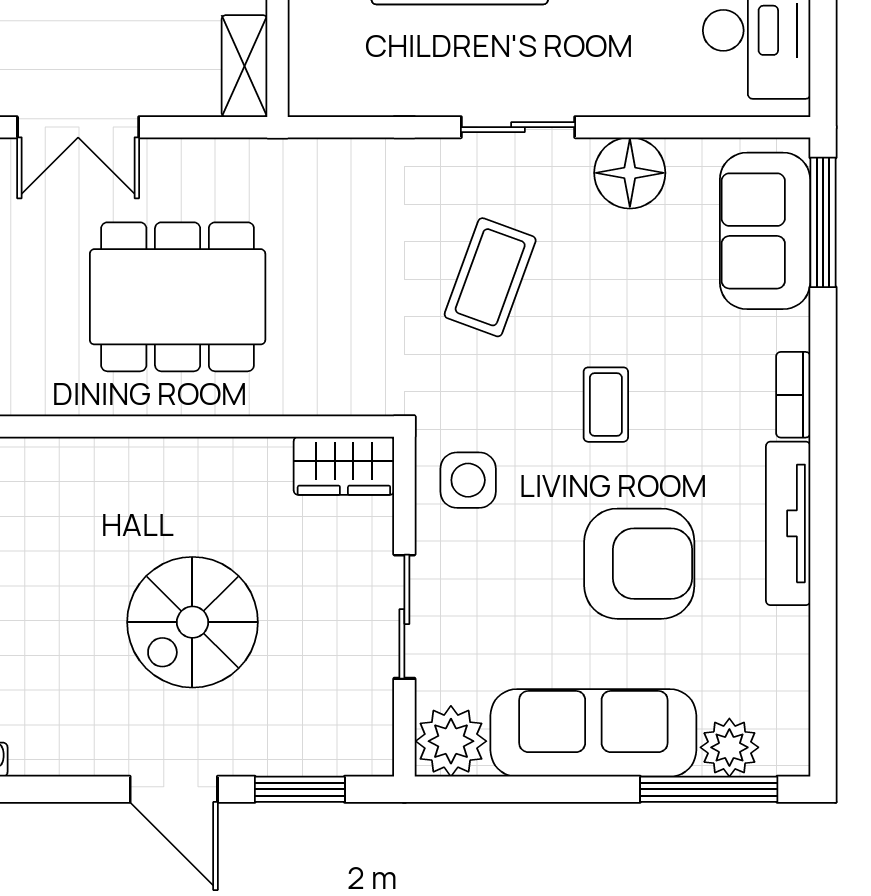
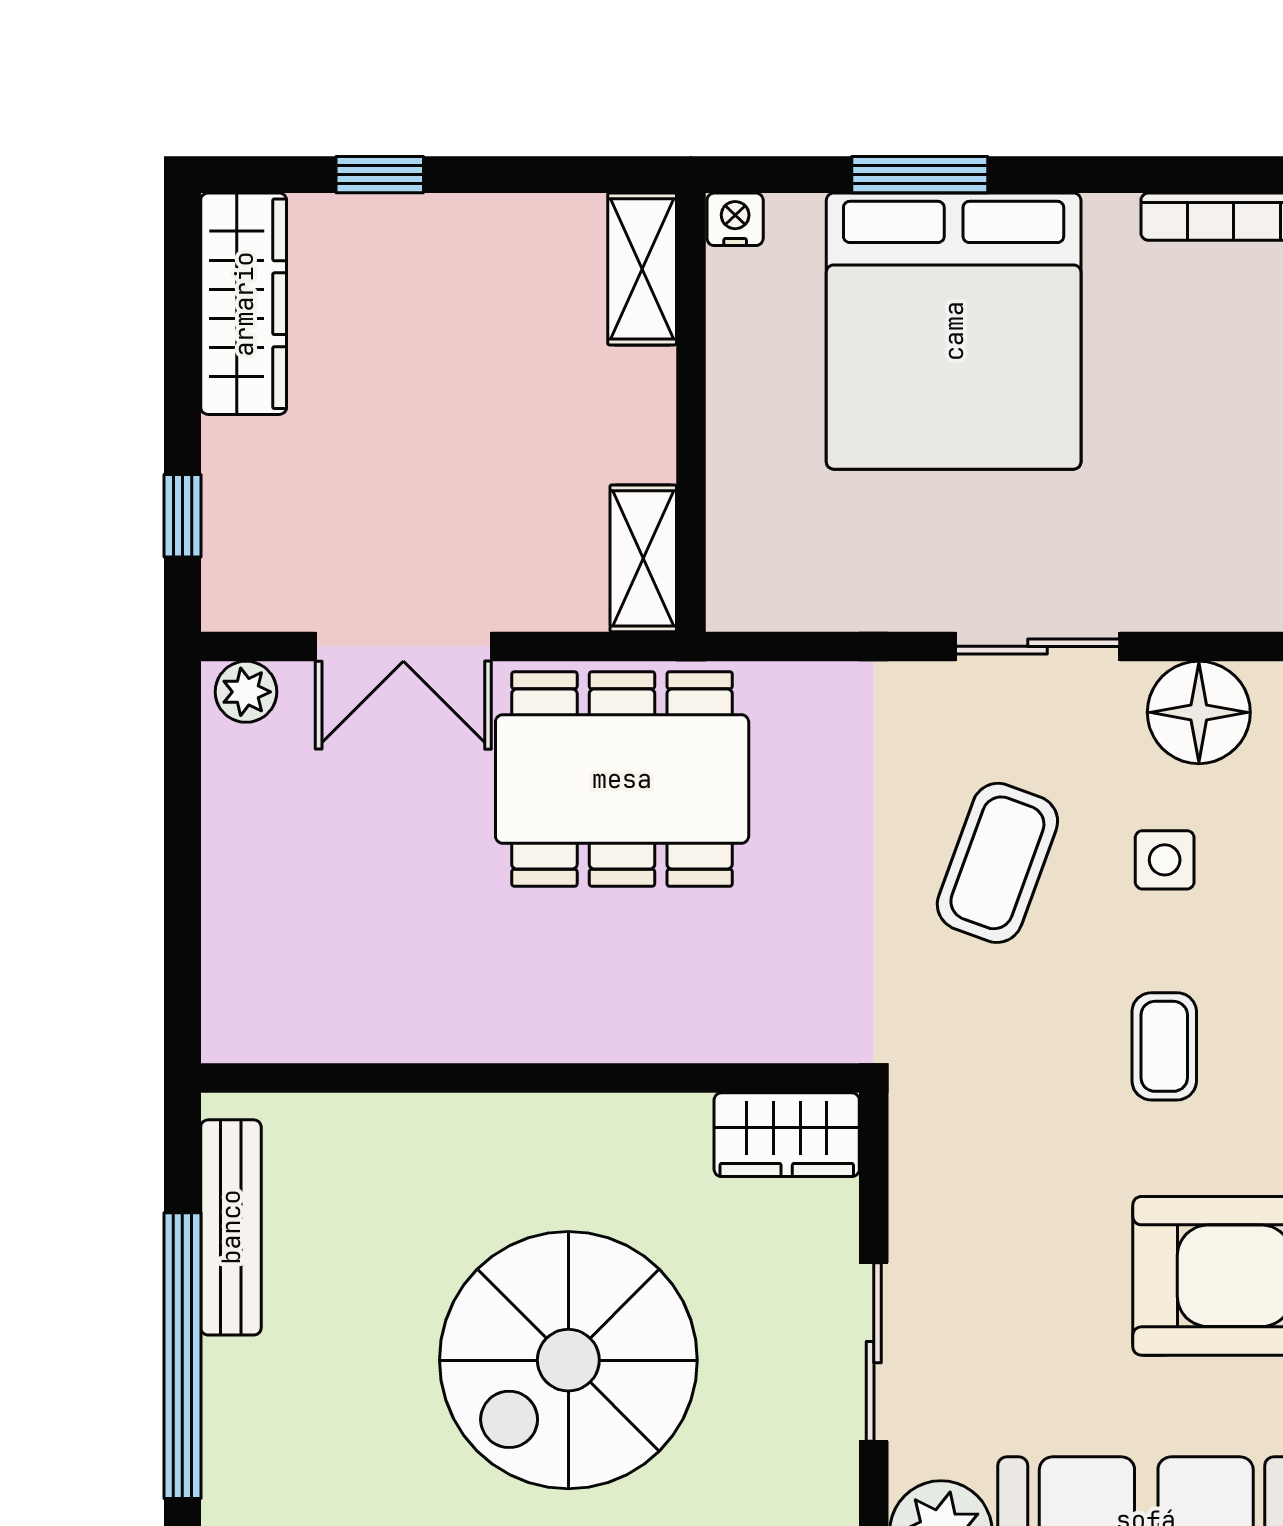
dining table: (178, 297) -> (622, 779), moved
side table: (468, 480) -> (1165, 860), moved, width x0.73, depth x0.73
spiral stairs: (192, 622) -> (568, 1360), width x1.37, depth x1.37

